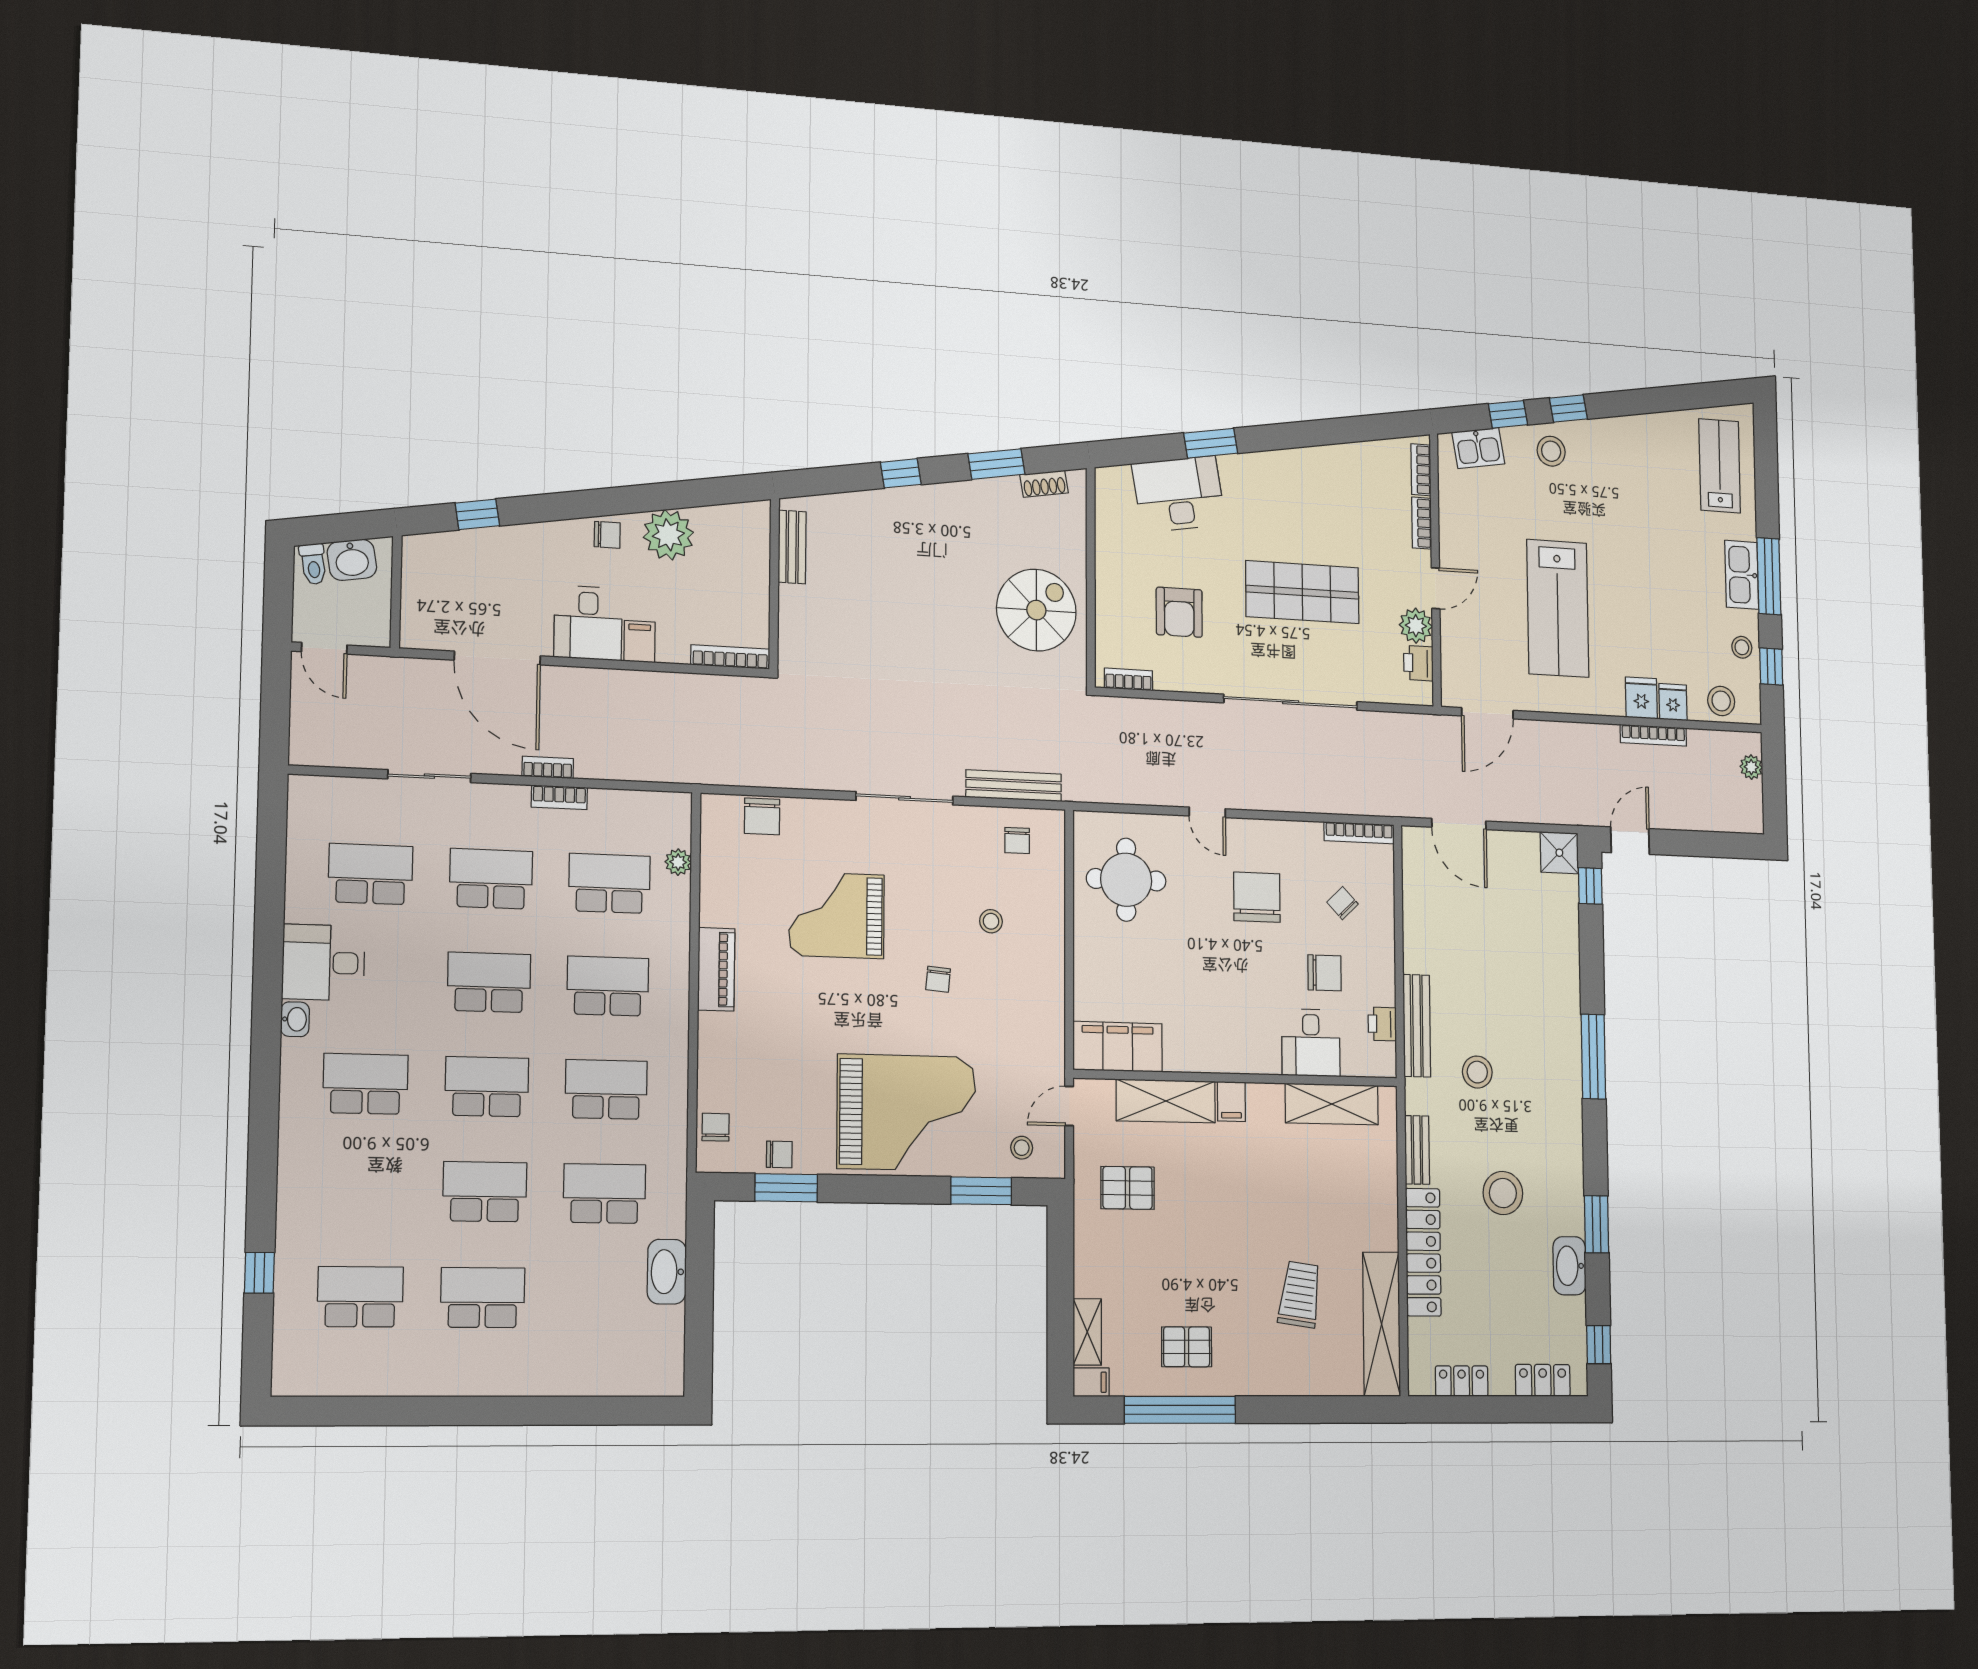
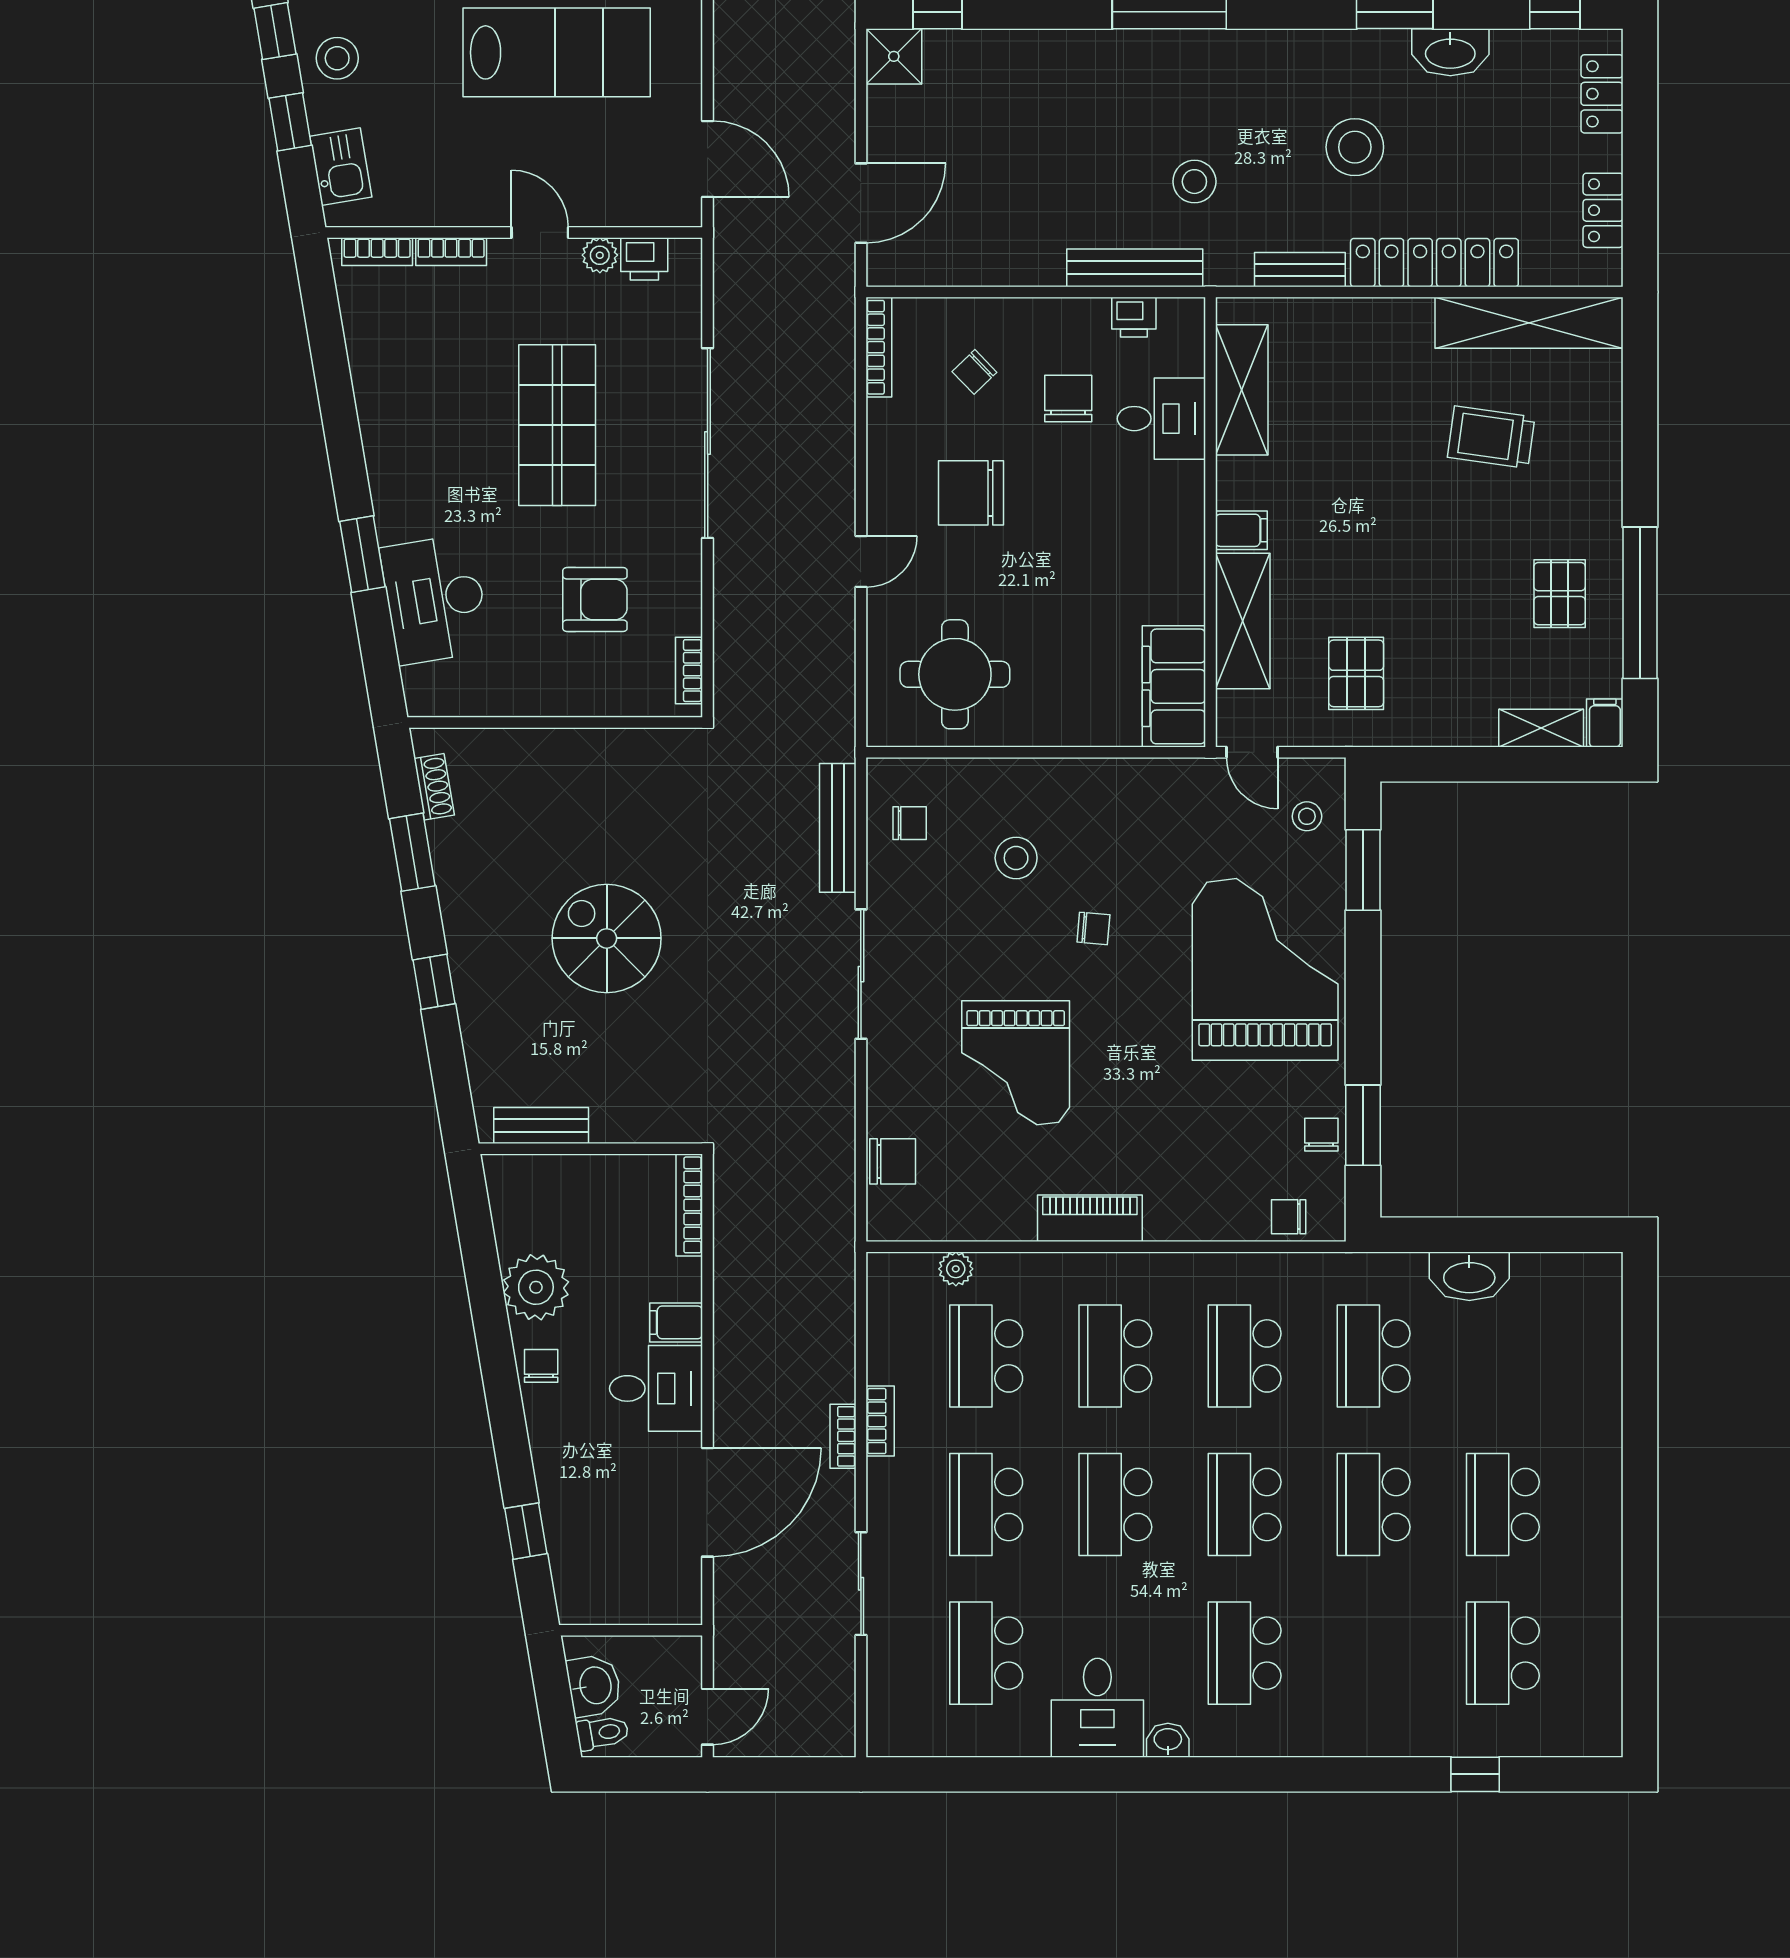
spiral stairs: (1036, 610) -> (607, 938), moved
plant: (1416, 626) -> (600, 255), width x0.73, depth x0.73
stool: (991, 921) -> (1016, 858), width x1.37, depth x1.37

